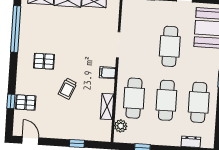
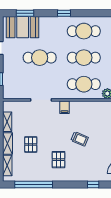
pallet: (26, 102) -> (31, 144), moved
shelving: (107, 107) -> (92, 106), removed

